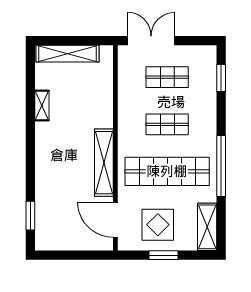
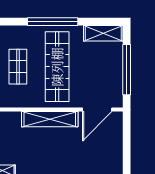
display table: (158, 225) -> (101, 74), removed
window: (163, 255) -> (127, 70), width x2.11

